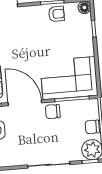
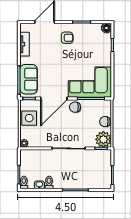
armchair: (56, 14) -> (67, 38), moved
door: (25, 103) -> (54, 98), swing flipped

